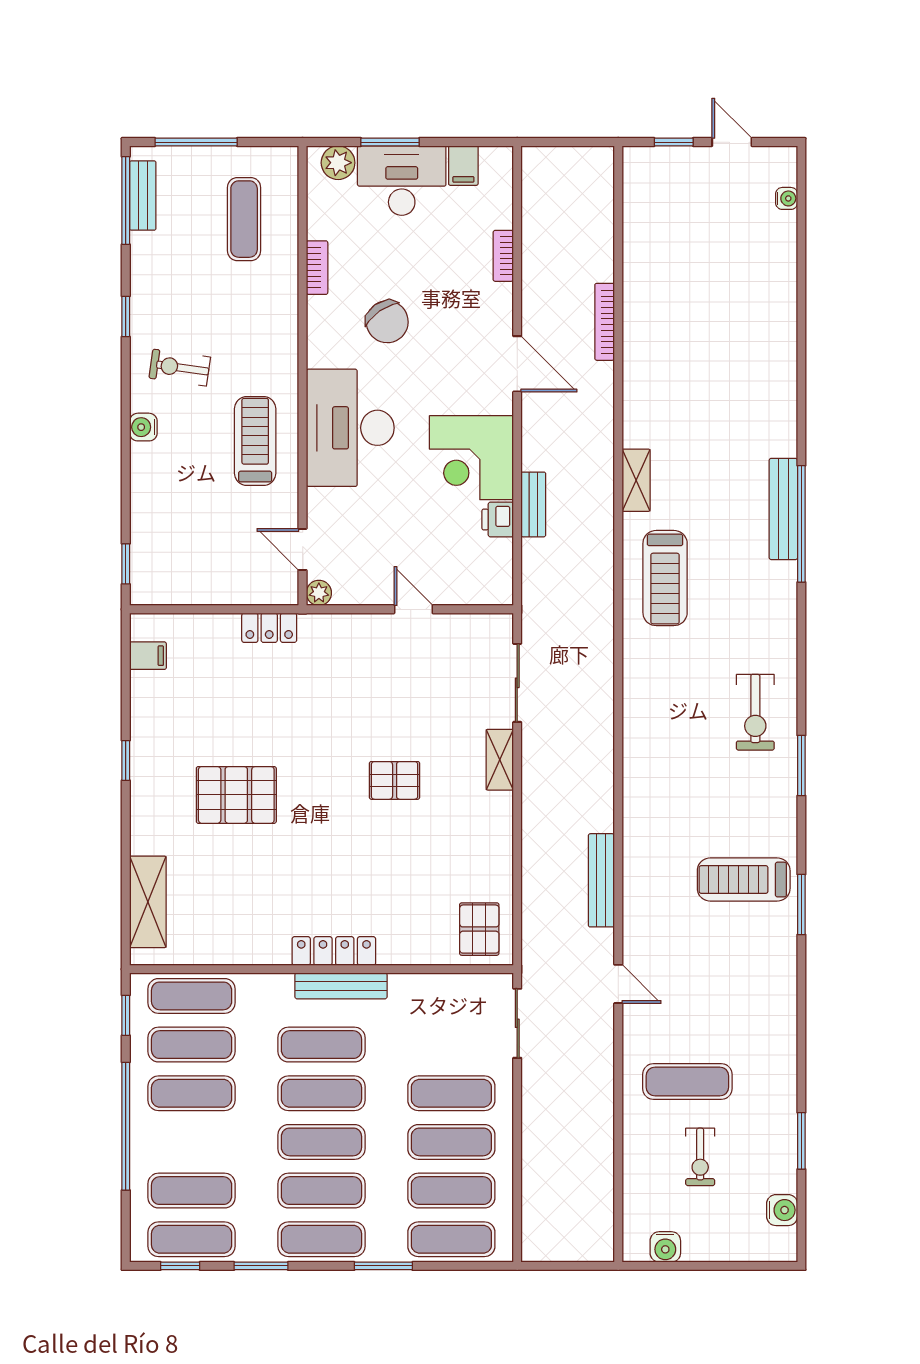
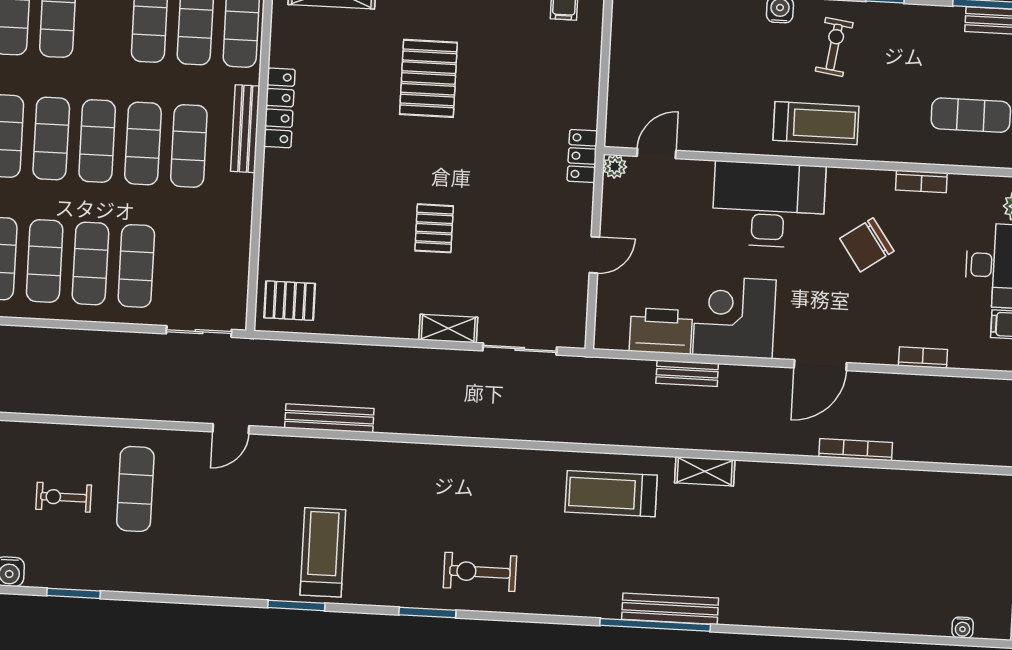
treadmill: (255, 441) -> (816, 123), moved
printer: (498, 519) -> (661, 331), width x1.87, depth x1.48
locker: (269, 628) -> (582, 156), moved
locker: (334, 951) -> (279, 108), moved
bench: (341, 986) -> (245, 129), moved

